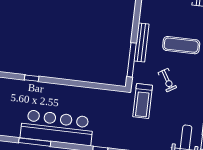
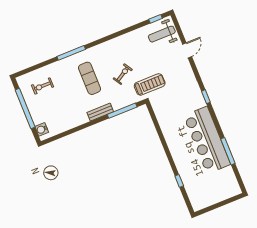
bench: (141, 42) -> (100, 112), width x0.73

